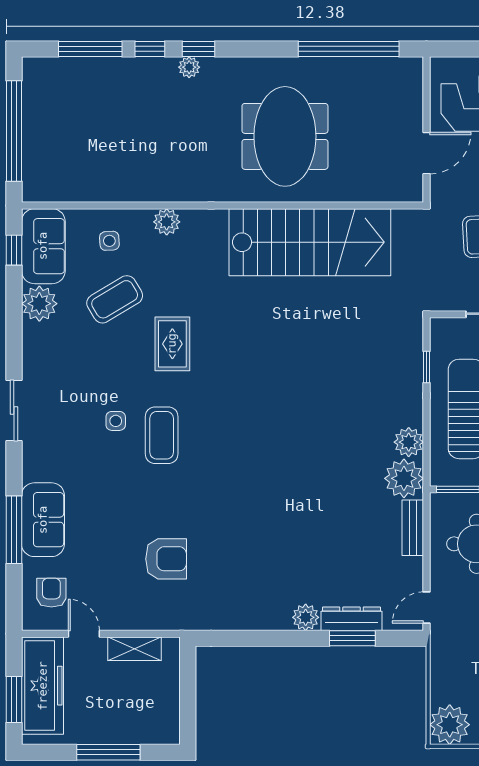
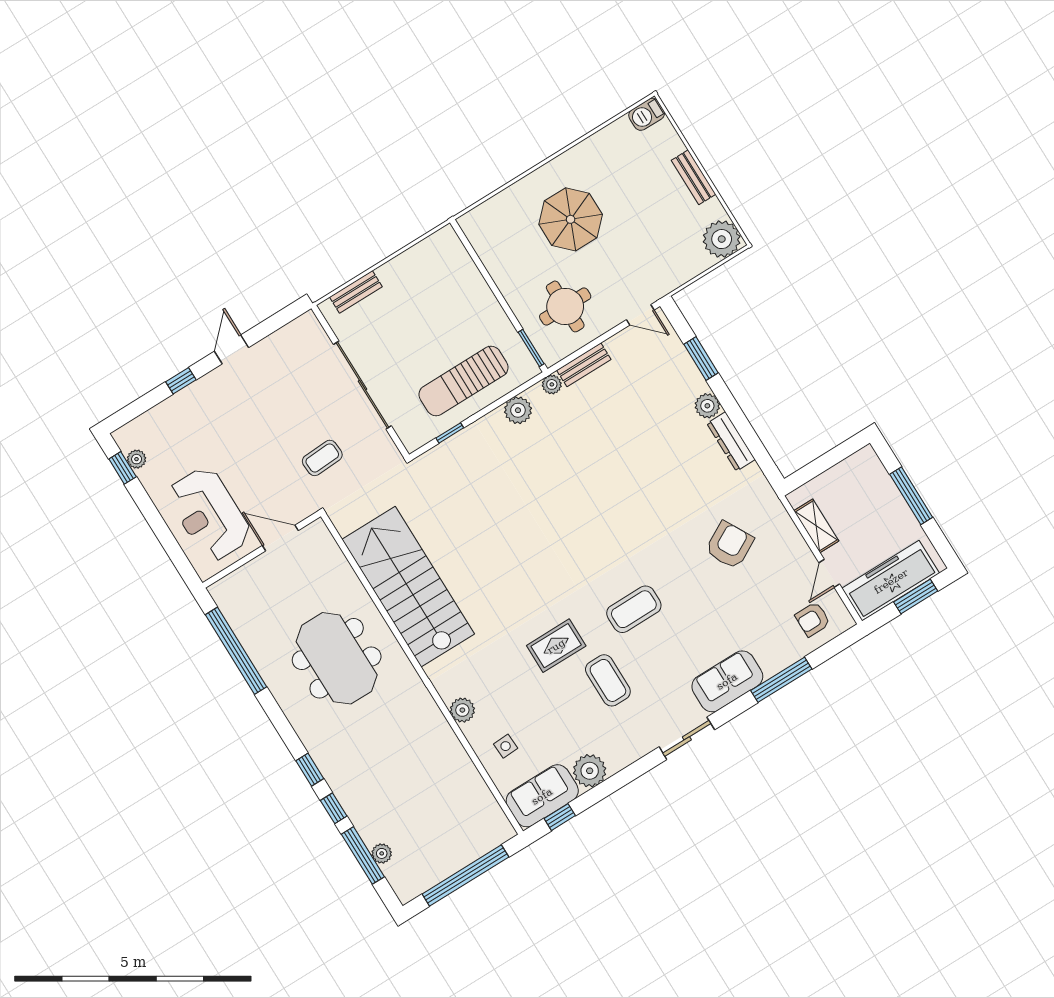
plant: (189, 67) -> (382, 853), moved
meeting table: (285, 136) -> (337, 658), turned 90
coffee table: (115, 299) -> (608, 680), moved, turned 31
side table: (116, 421) -> (645, 653), removed
plant: (404, 478) -> (552, 384), width x0.53, depth x0.53
sofa: (43, 520) -> (727, 681), moved
armchair: (166, 559) -> (730, 545), turned 61
dresser: (352, 619) -> (731, 441), moved

